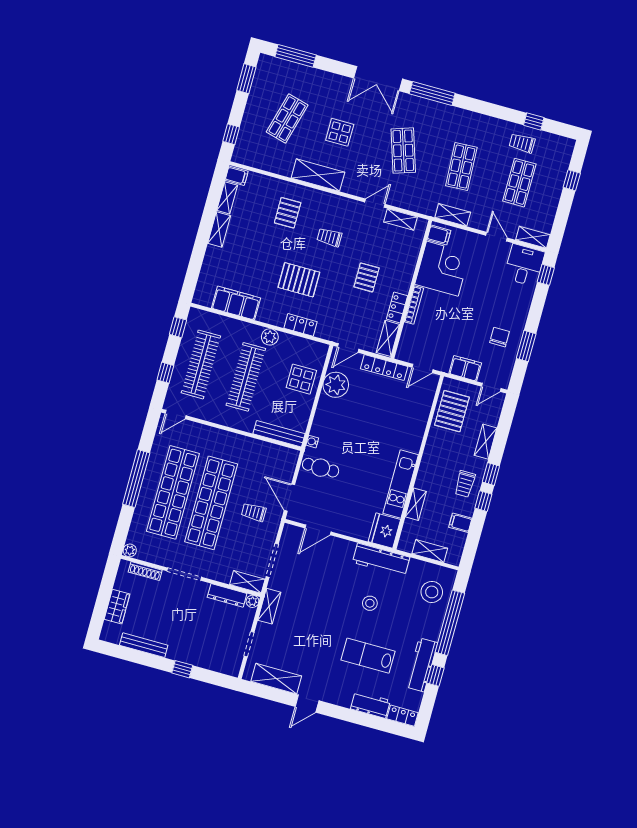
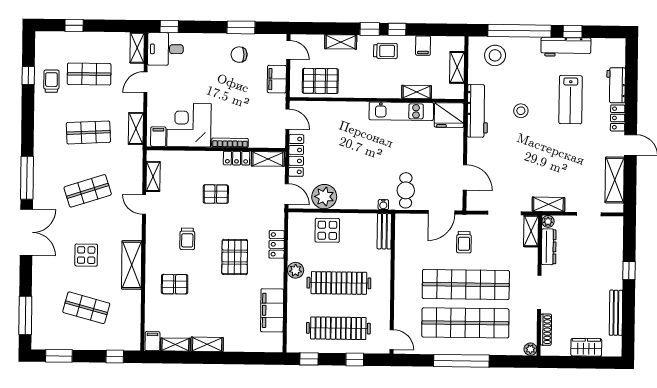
trolley: (522, 143) -> (51, 81), turned 180
bench: (279, 434) -> (384, 231), width x0.73
locker: (402, 716) -> (618, 118), moved

